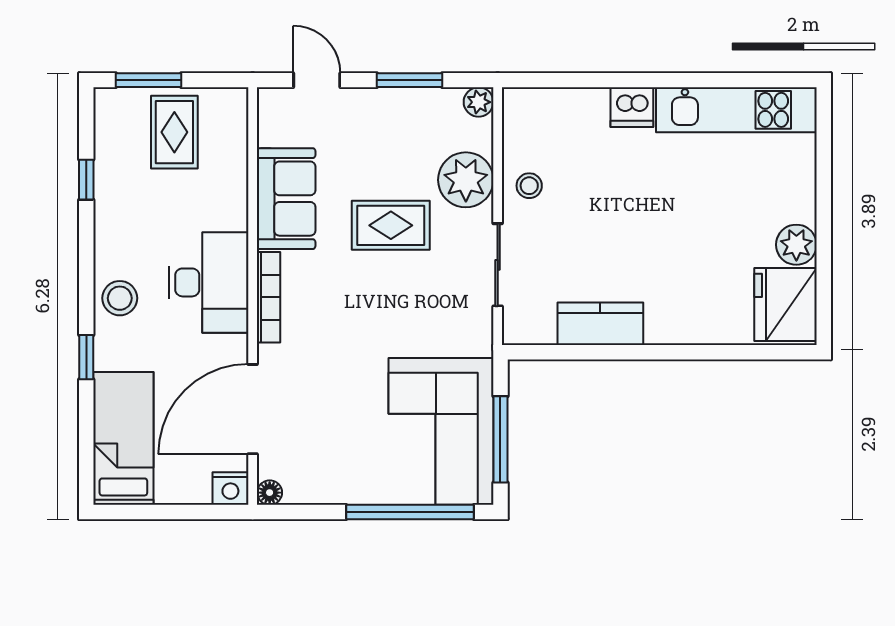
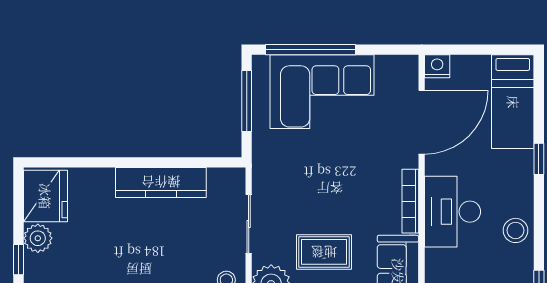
window: (824, 214) -> (18, 260), added
stool: (120, 298) -> (516, 230), moved
kitchen counter: (600, 324) -> (161, 182), width x1.50
corner sofa: (441, 431) -> (322, 92), moved, turned 90
floor lamp: (270, 493) -> (410, 63), removed

